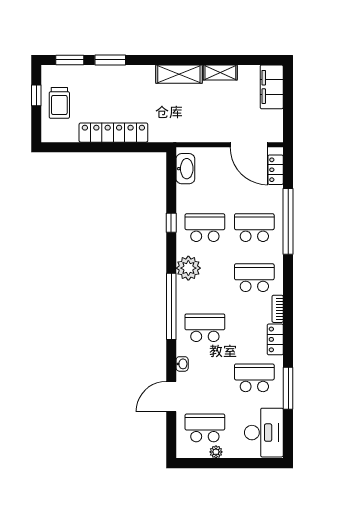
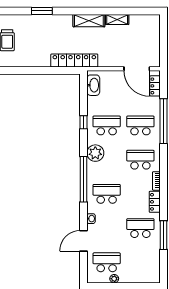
window: (70, 60) -> (14, 11), removed
filing cabinet: (272, 87) -> (152, 29), removed
locker: (113, 133) -> (74, 61), moved
desk: (264, 433) -> (147, 265), removed

